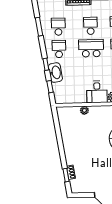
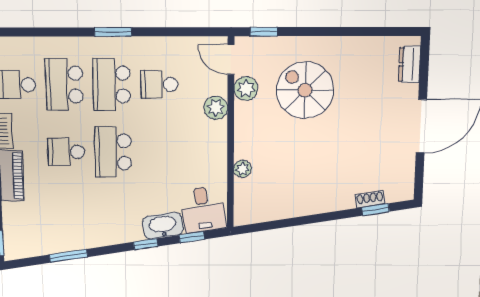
school desk: (58, 27) -> (68, 217), removed
school desk: (59, 49) -> (114, 218), removed
desk: (97, 92) -> (203, 209), moved, turned 81

